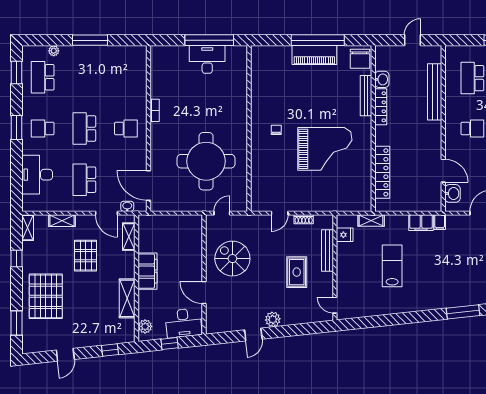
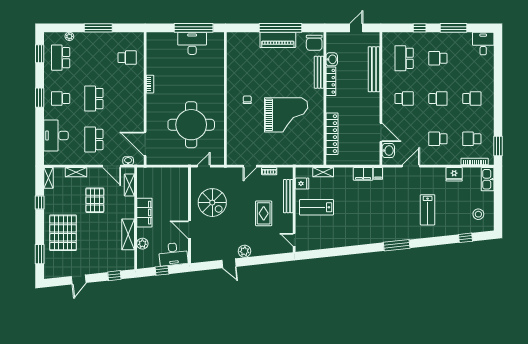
school desk: (126, 128) -> (127, 58), moved
spiral stairs: (232, 259) -> (212, 203), turned 180
lab bench: (392, 266) -> (316, 207), moved, turned -90
plant: (145, 326) -> (142, 244), moved
door: (253, 334) -> (229, 263), hinge flipped

